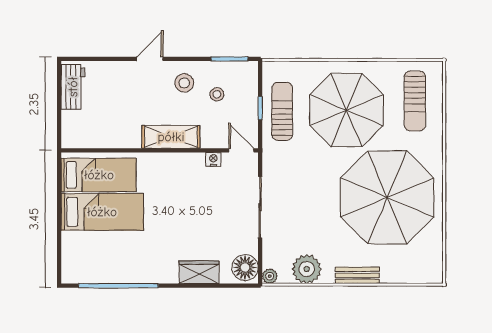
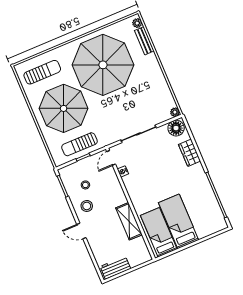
shelving: (171, 137) -> (129, 221), moved
plant: (307, 269) -> (137, 23), moved, width x0.53, depth x0.53
bench: (357, 275) -> (144, 41), moved

